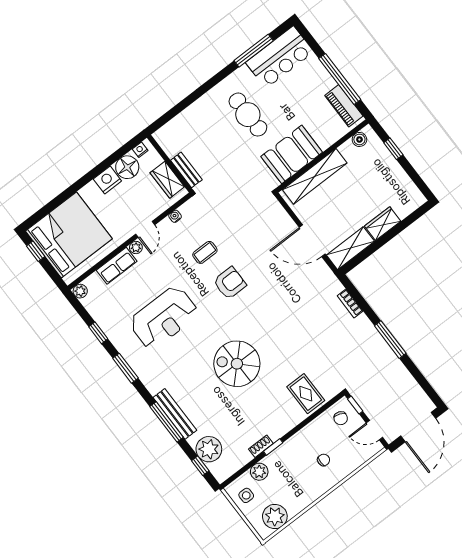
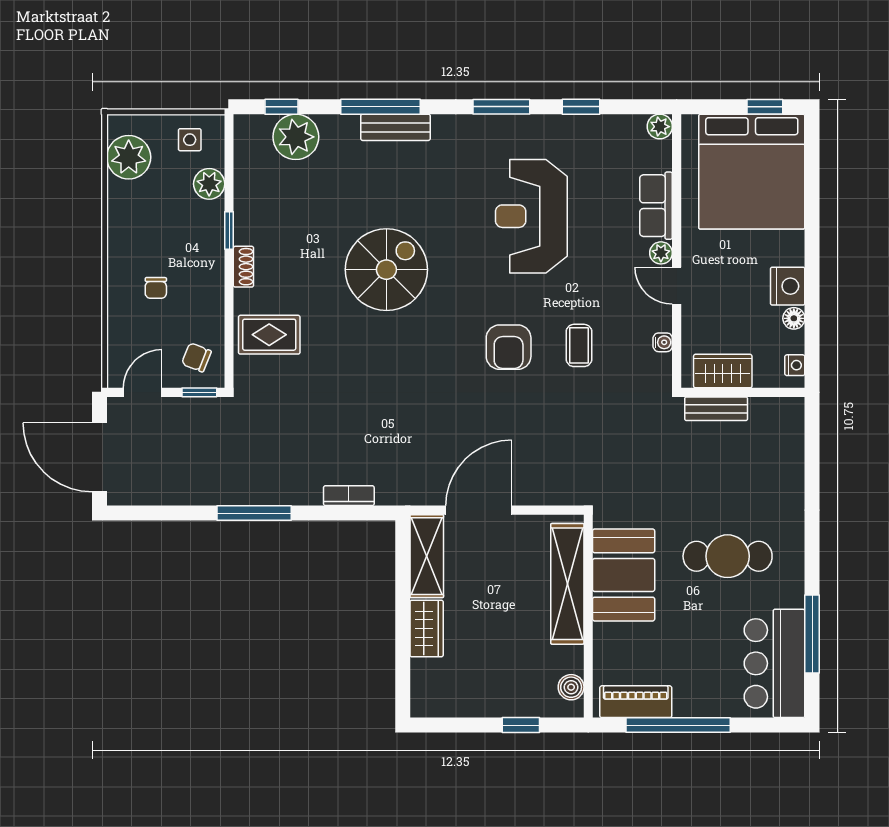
floor lamp: (127, 167) -> (794, 318), width x0.53, depth x0.53
bench: (175, 414) -> (396, 127), width x0.73
shoe rack: (261, 446) -> (243, 267), moved

